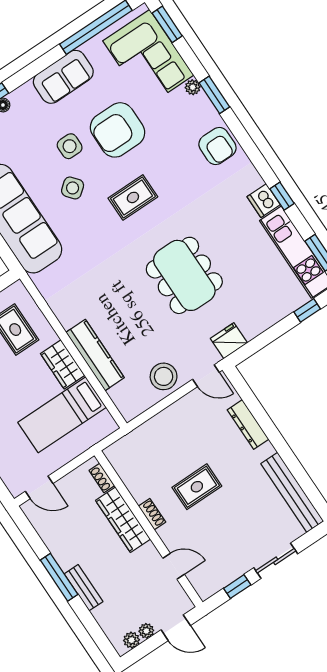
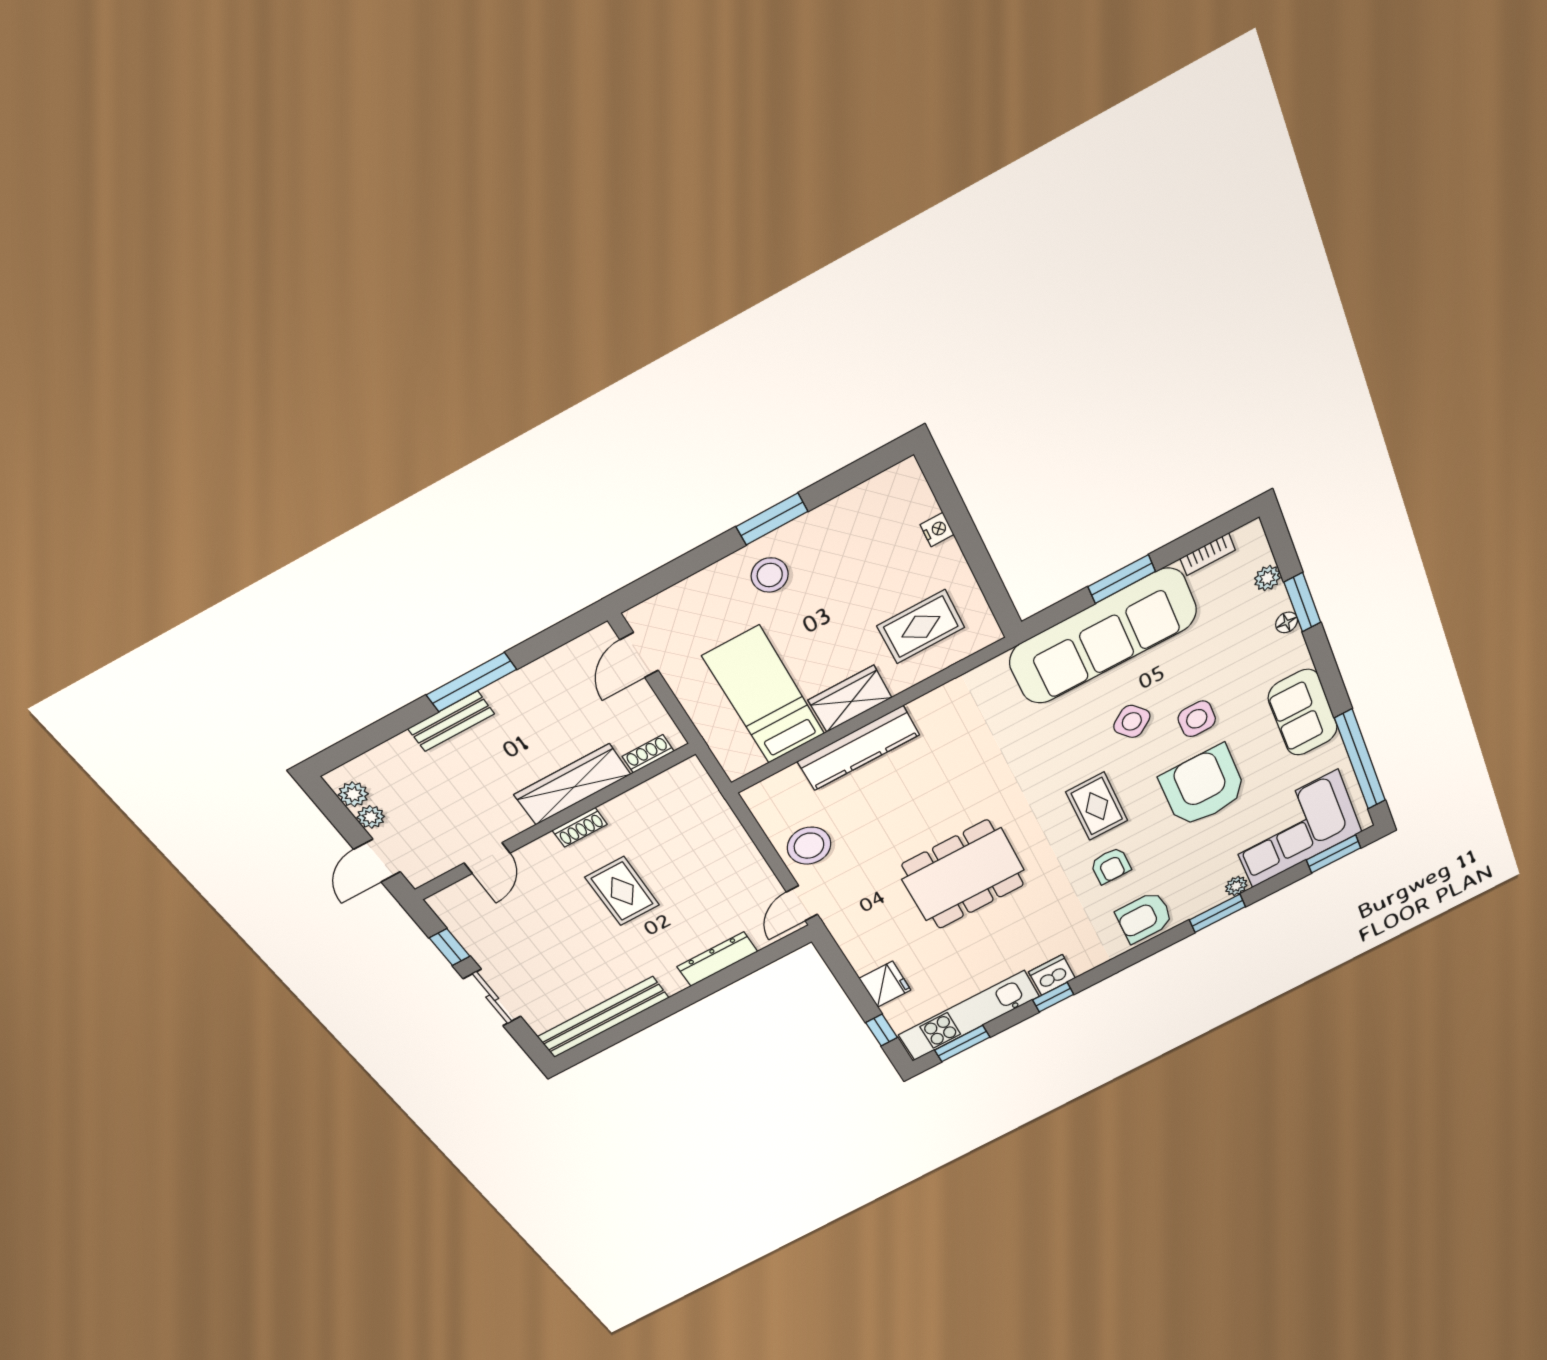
armchair: (177, 178) -> (1111, 866), added
fridge: (229, 341) -> (885, 984), moved

